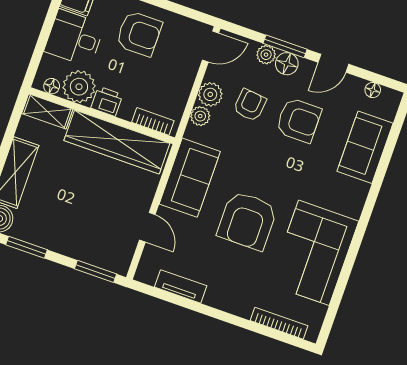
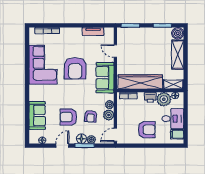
armchair: (139, 34) -> (147, 130), turned 180
armchair: (247, 221) -> (75, 68), turned 180

